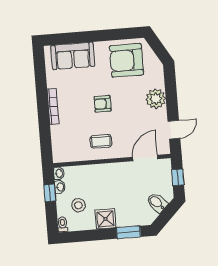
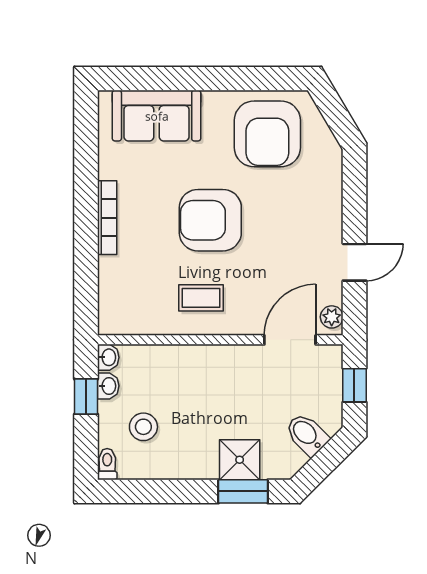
armchair: (126, 60) -> (267, 134), turned -90
plant: (156, 99) -> (332, 317), moved, width x0.53, depth x0.53
armchair: (102, 104) -> (210, 220), width x1.88, depth x1.88
door: (174, 130) -> (354, 262), moved
shower: (105, 219) -> (240, 460), moved

